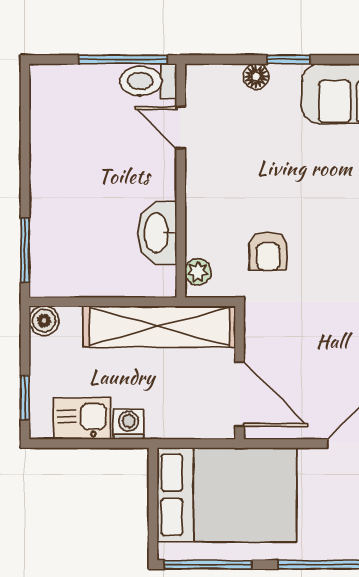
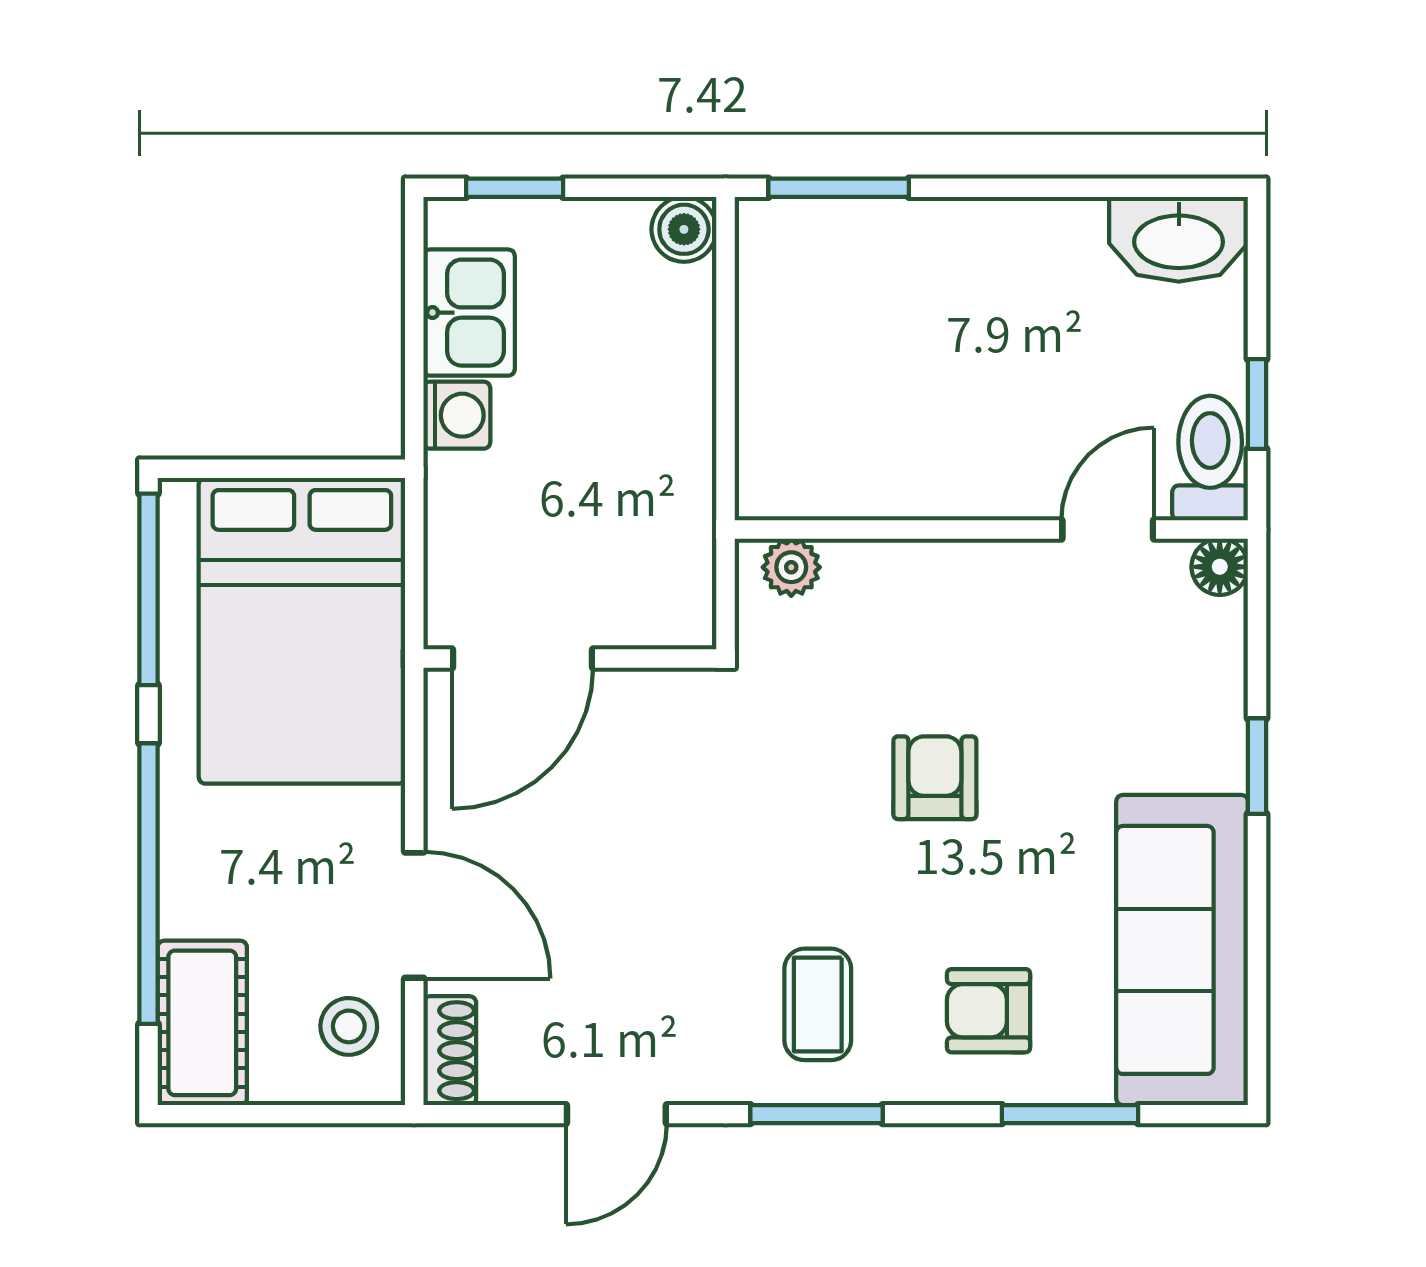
window: (124, 59) -> (1257, 404), width x0.46
floor lamp: (256, 76) -> (1220, 567), moved
washbasin: (157, 233) -> (1179, 239), moved, turned 180
armchair: (268, 251) -> (935, 778), moved, turned 90
shelving: (159, 327) -> (671, 482), removed

